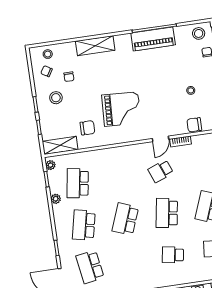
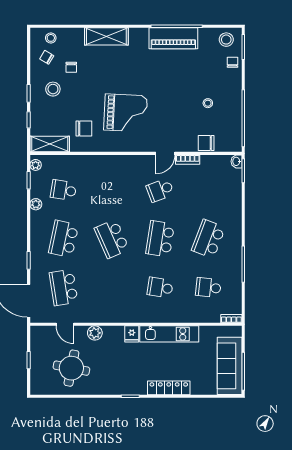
school desk: (78, 183) -> (64, 190), width x0.54
school desk: (125, 219) -> (112, 239), turned -45

